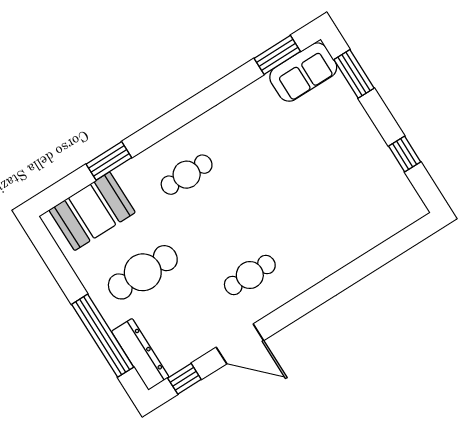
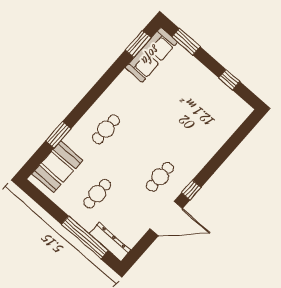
sofa: (303, 72) -> (151, 55), width x1.36
cafe table: (143, 272) -> (97, 194), width x0.73, depth x0.74
door: (240, 344) -> (166, 219), width x1.36
window: (184, 379) -> (191, 190), moved

